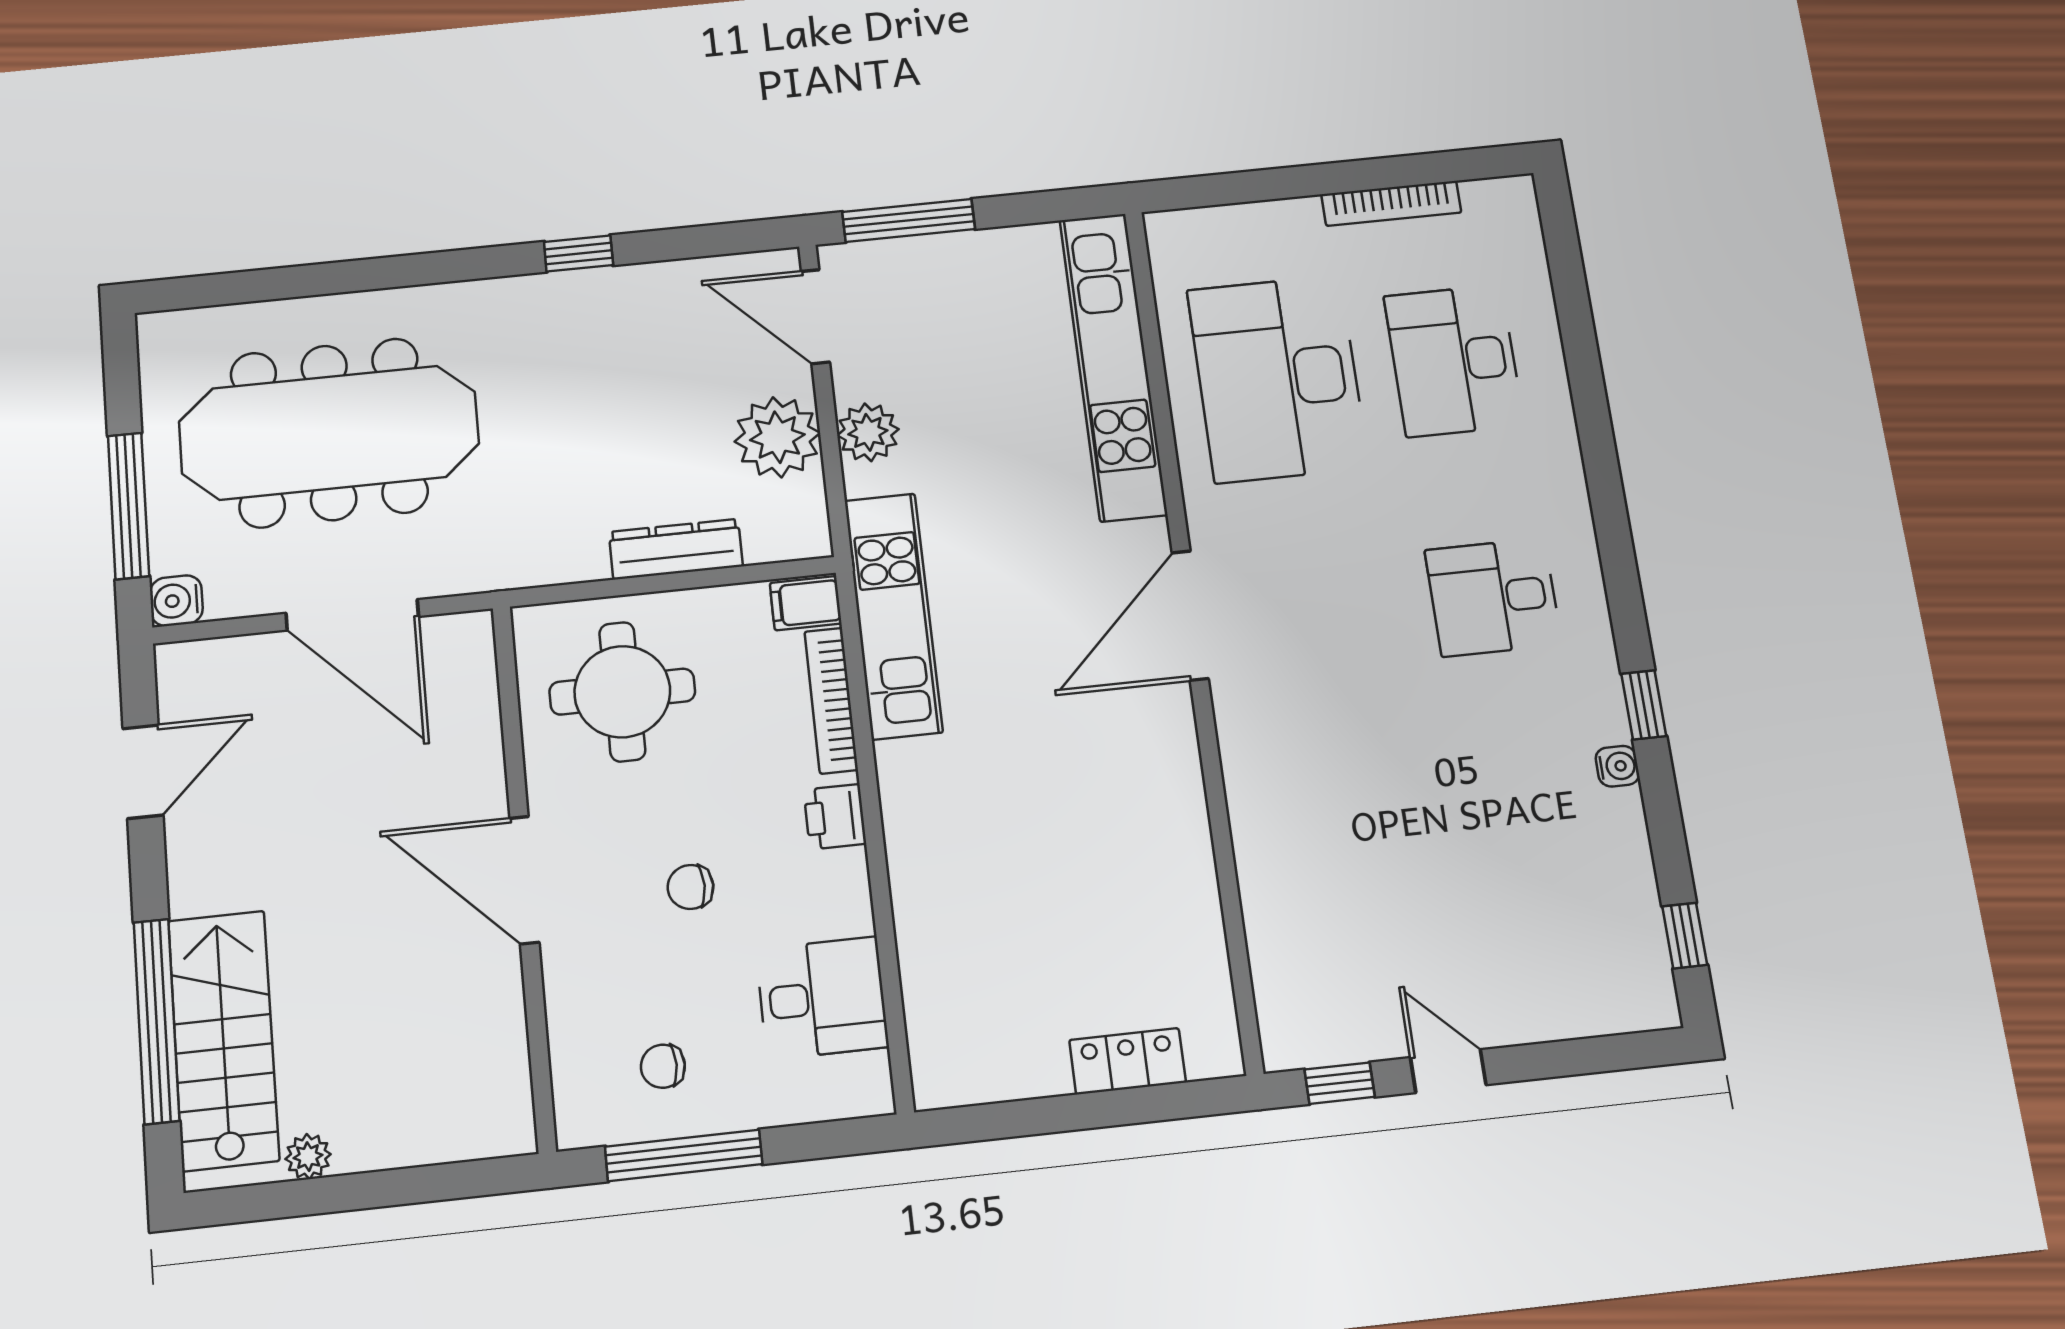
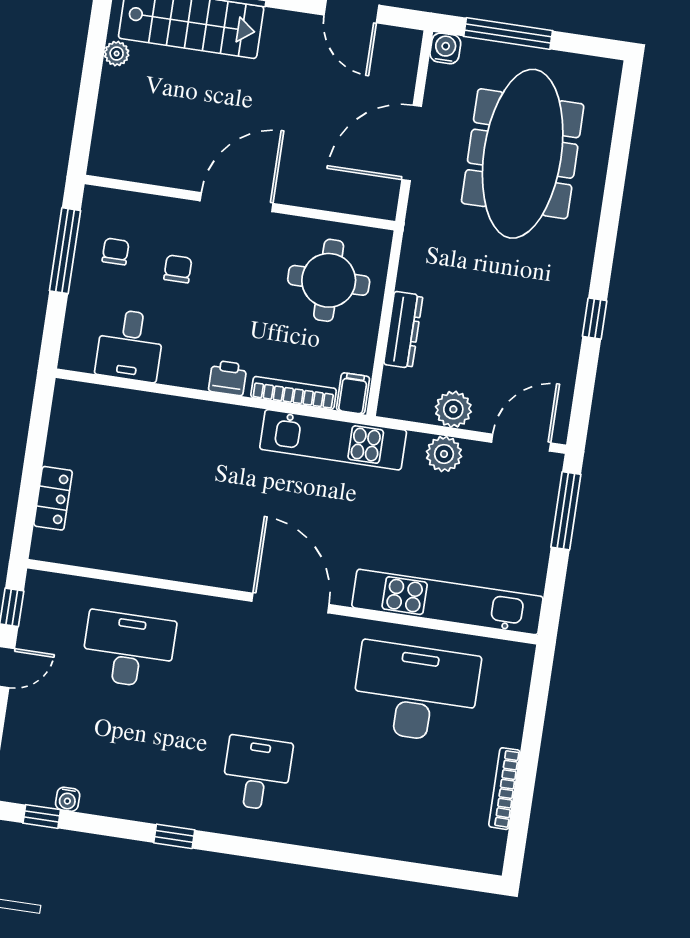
desk: (1454, 361) -> (129, 649), moved
plant: (777, 437) -> (453, 409), width x0.73, depth x0.73
water cooler: (1617, 766) -> (68, 799), moved
chair: (690, 887) -> (178, 269), moved

